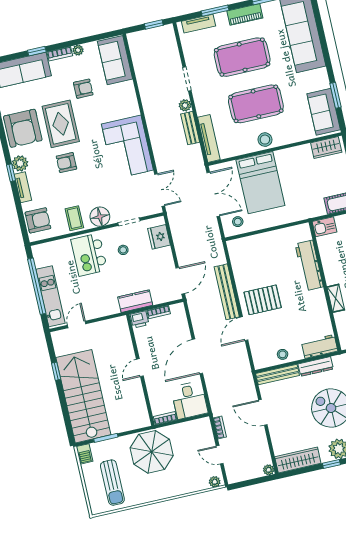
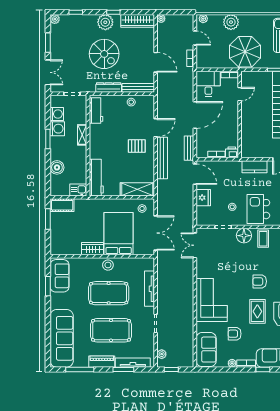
tv unit: (198, 24) -> (133, 363), width x1.41
plant: (185, 105) -> (162, 354), moved
rug: (61, 124) -> (257, 311), width x0.73, depth x0.70
bench: (190, 128) -> (189, 148), moved
tv unit: (209, 138) -> (150, 289), moved
corner sofa: (127, 147) -> (212, 300), moved
wardrobe: (326, 148) -> (93, 249), moved
armchair: (66, 163) -> (260, 281), turned 180
double door: (213, 194) -> (156, 233), swing flipped
fridge: (159, 237) -> (203, 198), moved
shelving: (250, 245) -> (137, 189), added
kitchen island: (89, 255) -> (258, 209), turned 180
workbench: (309, 265) -> (96, 178), moved
door: (180, 281) -> (195, 174), swing flipped
pallet: (263, 300) -> (137, 146), width x0.67, depth x0.71
kitchen counter: (135, 301) -> (255, 167), moved
workbench: (320, 346) -> (96, 111), moved, turned -90
door: (140, 368) -> (240, 94), moved
plant: (178, 485) -> (231, 22), added

